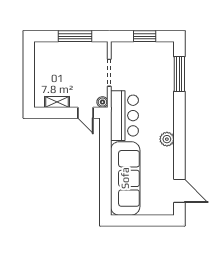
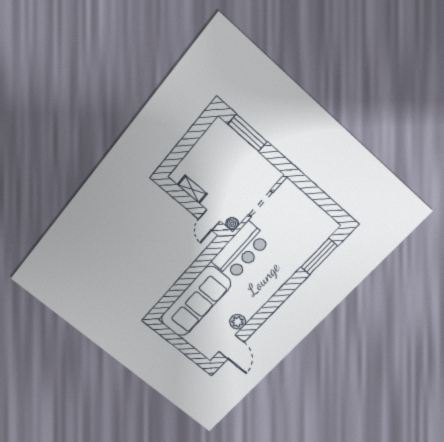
window: (75, 36) -> (248, 133), moved
window: (145, 36) -> (321, 198), removed
plant: (167, 139) -> (238, 322), moved

